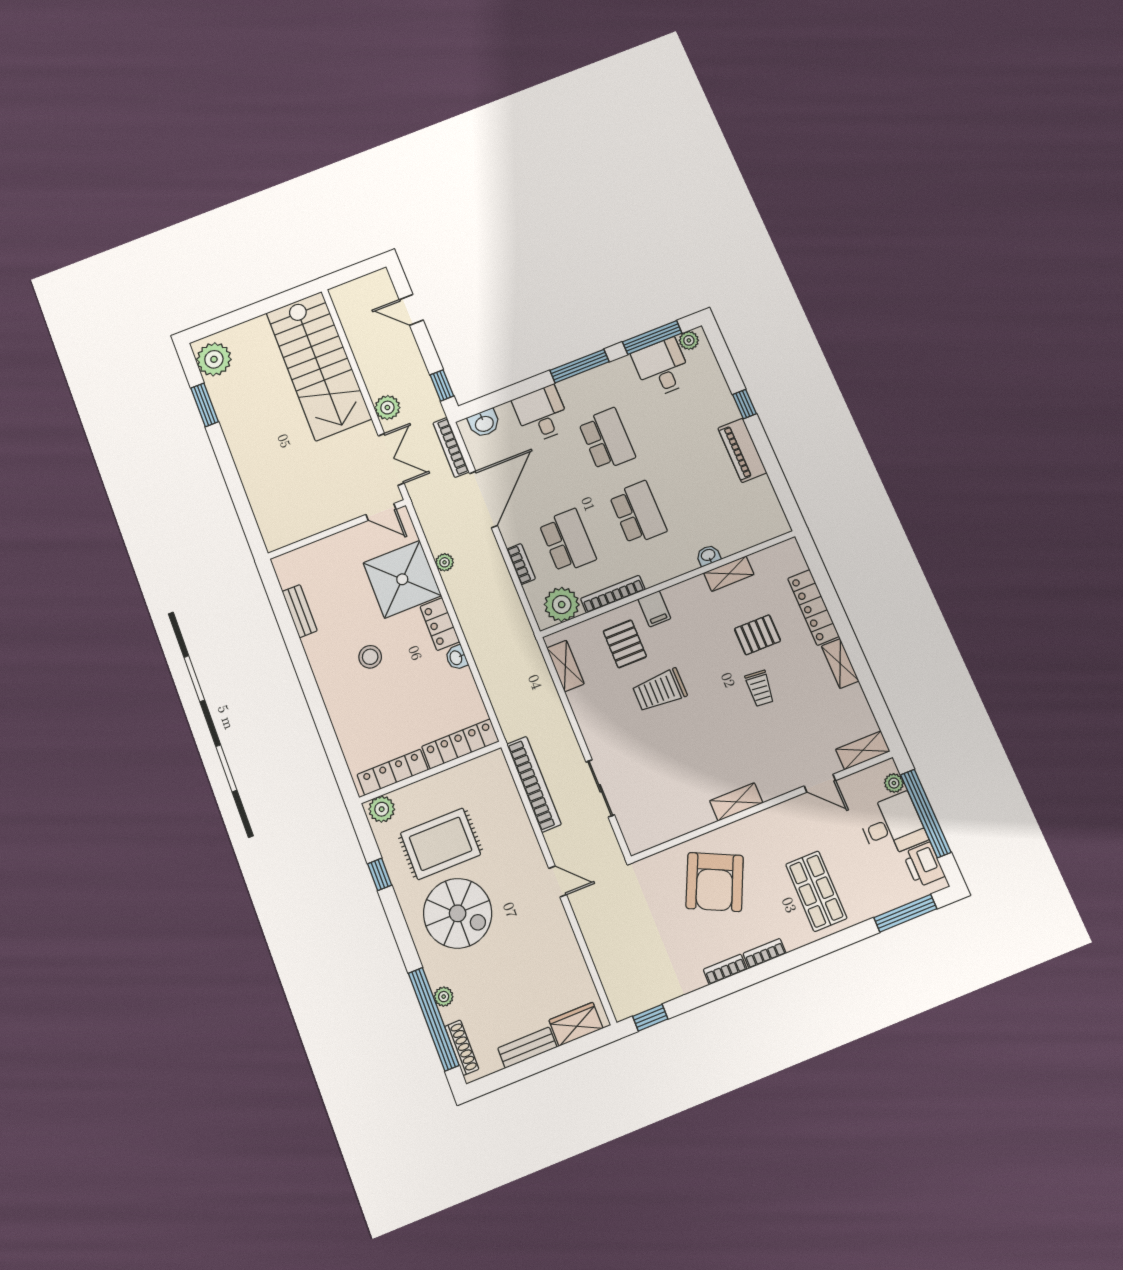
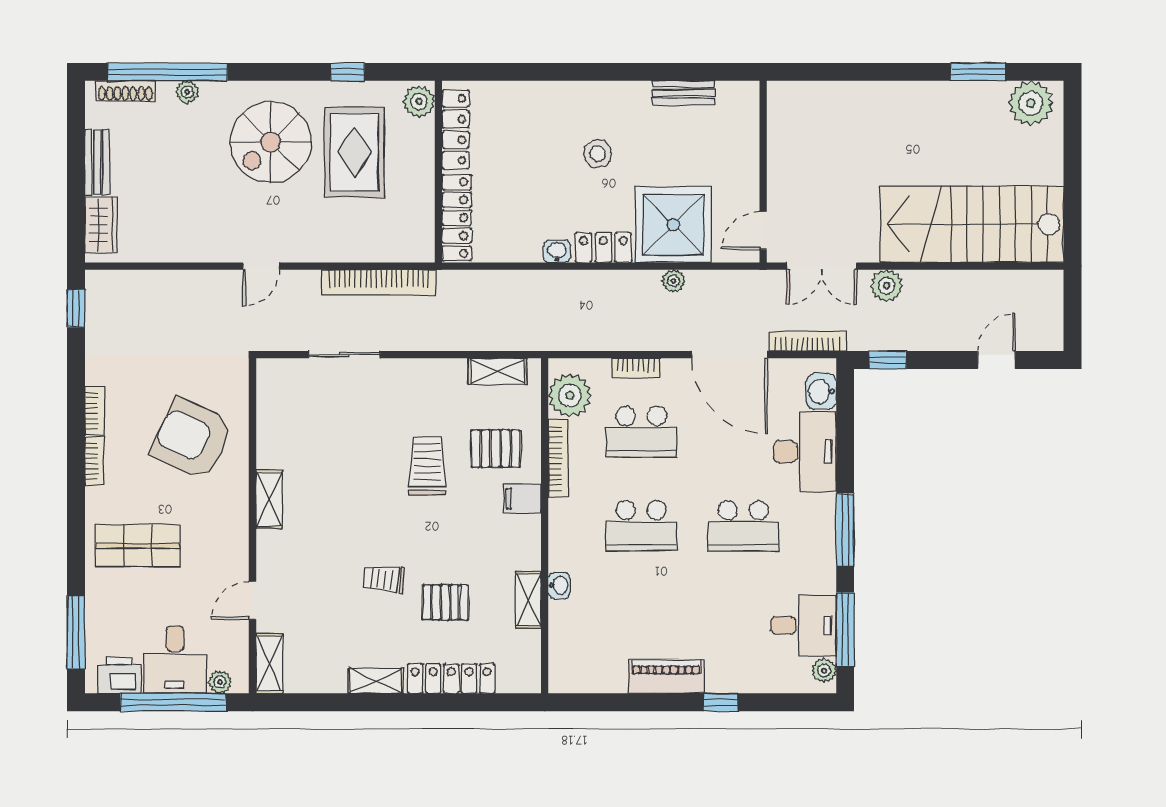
desk: (542, 414) -> (805, 452), width x1.37
pallet: (758, 635) -> (445, 602), turned 90

